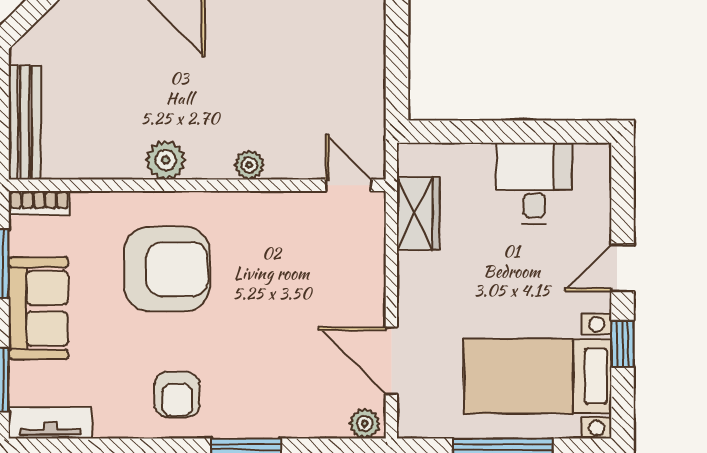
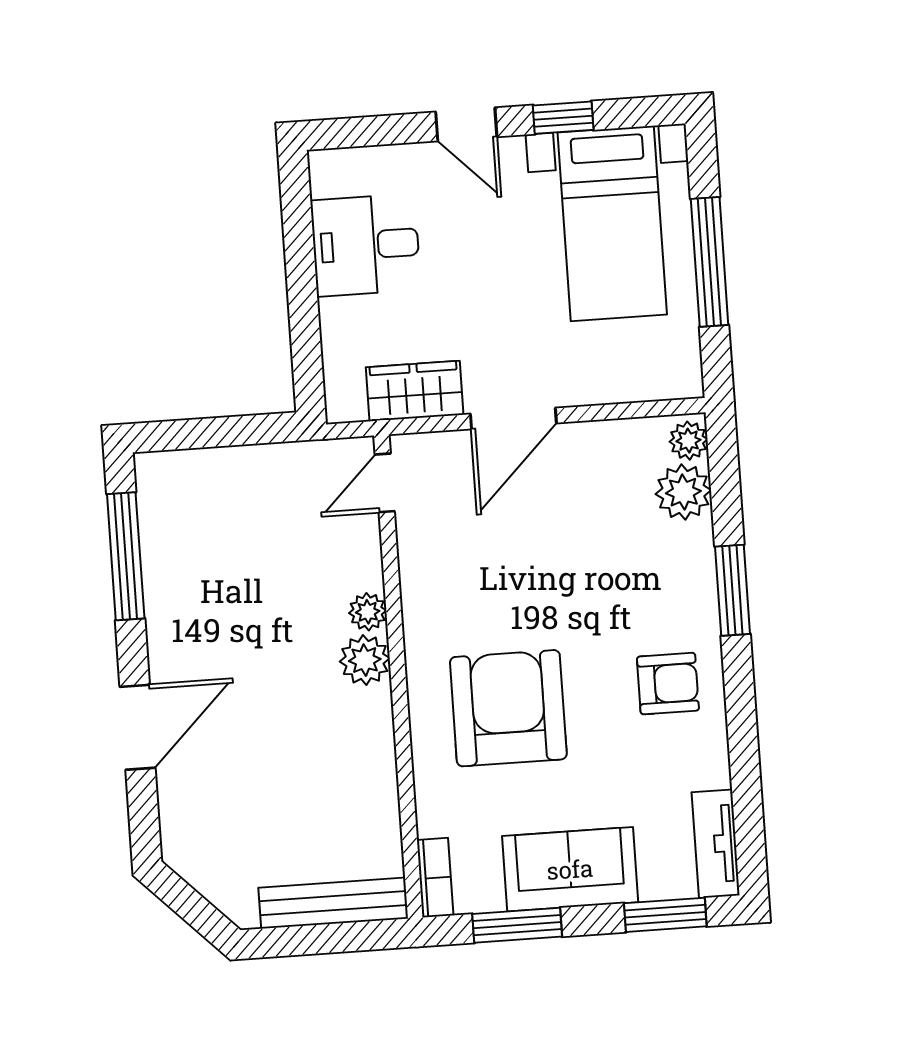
plant: (166, 160) -> (365, 660), moved
door: (391, 361) -> (513, 419), moved
plant: (325, 417) -> (683, 492), added

